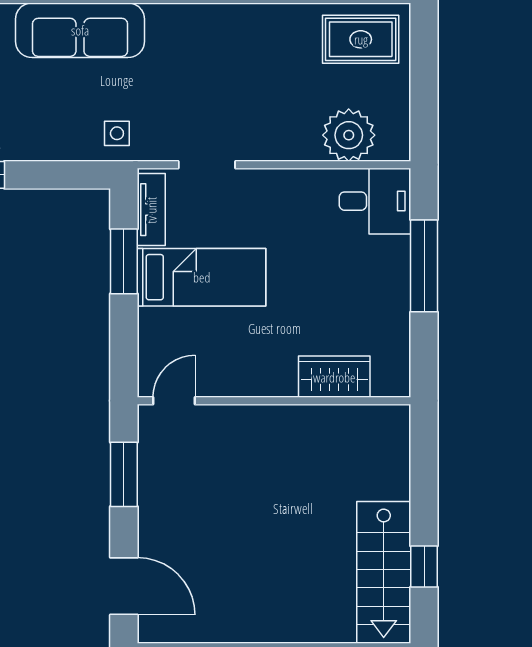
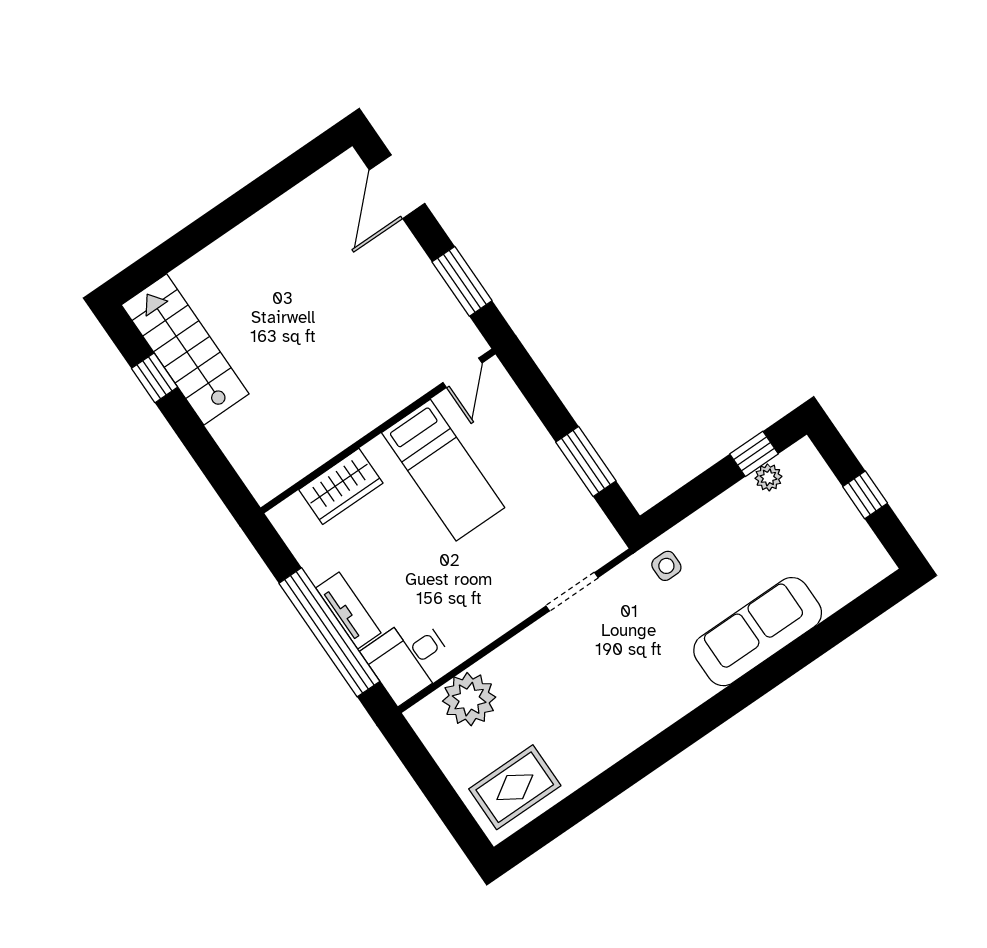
tv unit: (151, 210) -> (348, 610), moved, turned 180
window: (424, 266) -> (329, 632), width x1.46
bed: (202, 277) -> (443, 470), moved, turned -90
door: (124, 586) -> (397, 187), hinge flipped

